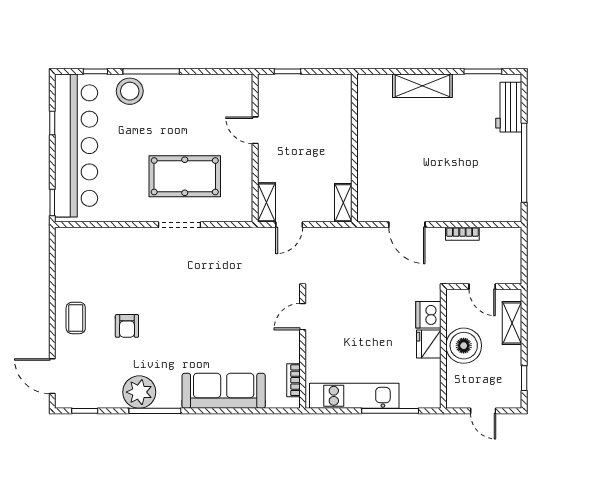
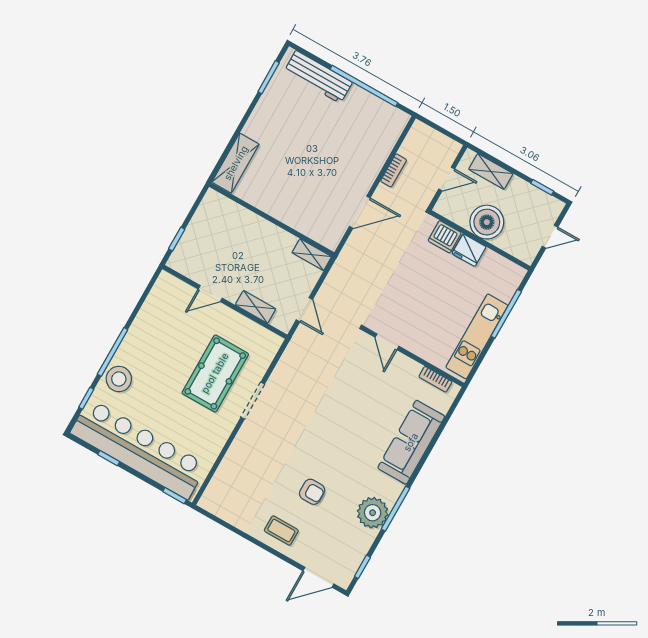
shelving: (422, 86) -> (236, 163), moved
workbench: (509, 107) -> (318, 77), width x1.38
shelving: (266, 202) -> (256, 307), moved

